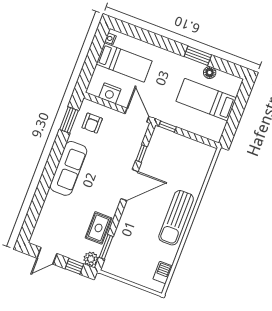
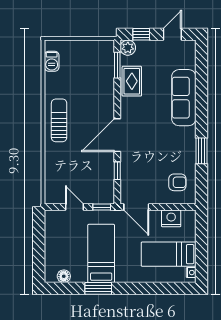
floor lamp: (210, 73) -> (64, 276), moved
bed: (206, 100) -> (101, 253), moved, turned -90
window: (69, 120) -> (201, 151), moved
armchair: (92, 123) -> (177, 182), turned 90
door: (192, 136) -> (74, 207), added
sofa: (68, 168) -> (184, 98), moved
sun lounger: (176, 218) -> (59, 120), width x0.73, depth x0.75

